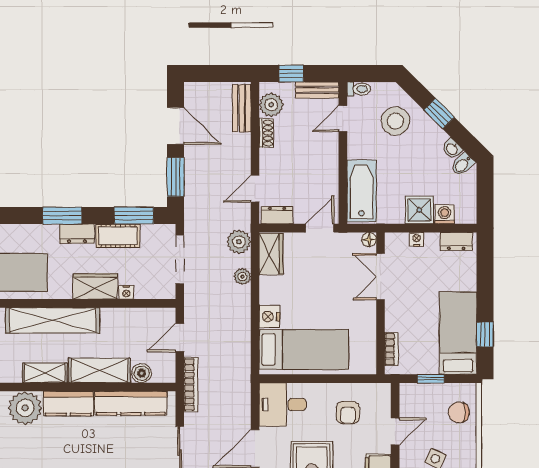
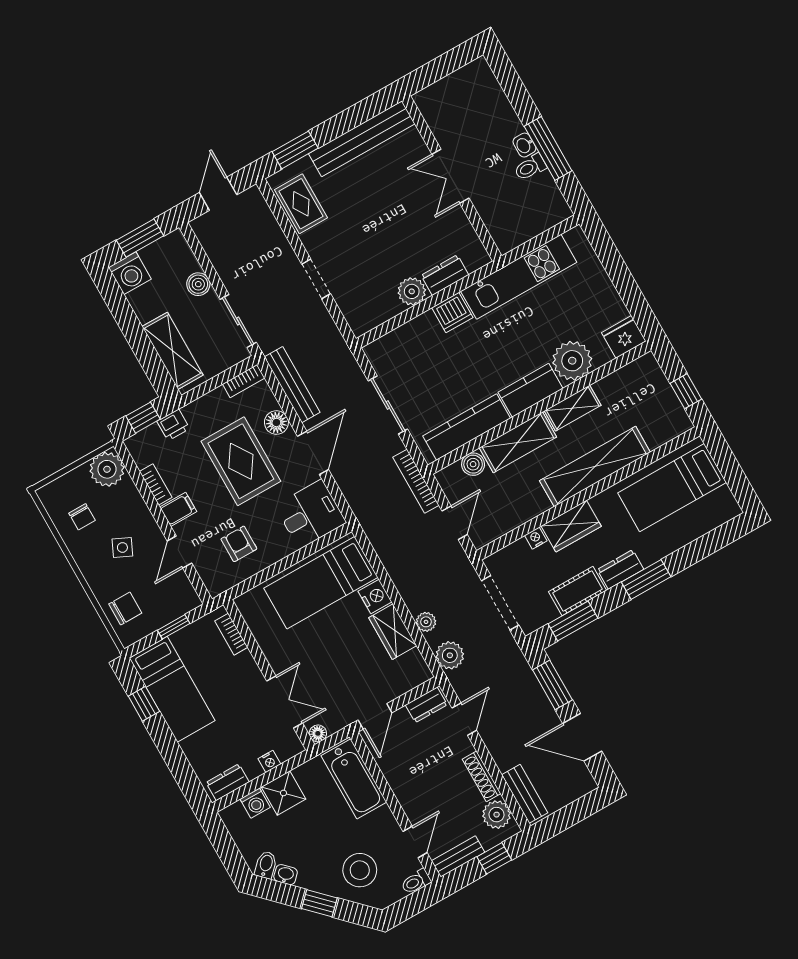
shoe rack: (266, 133) -> (482, 776), width x1.43
wardrobe: (271, 254) -> (393, 632), moved

